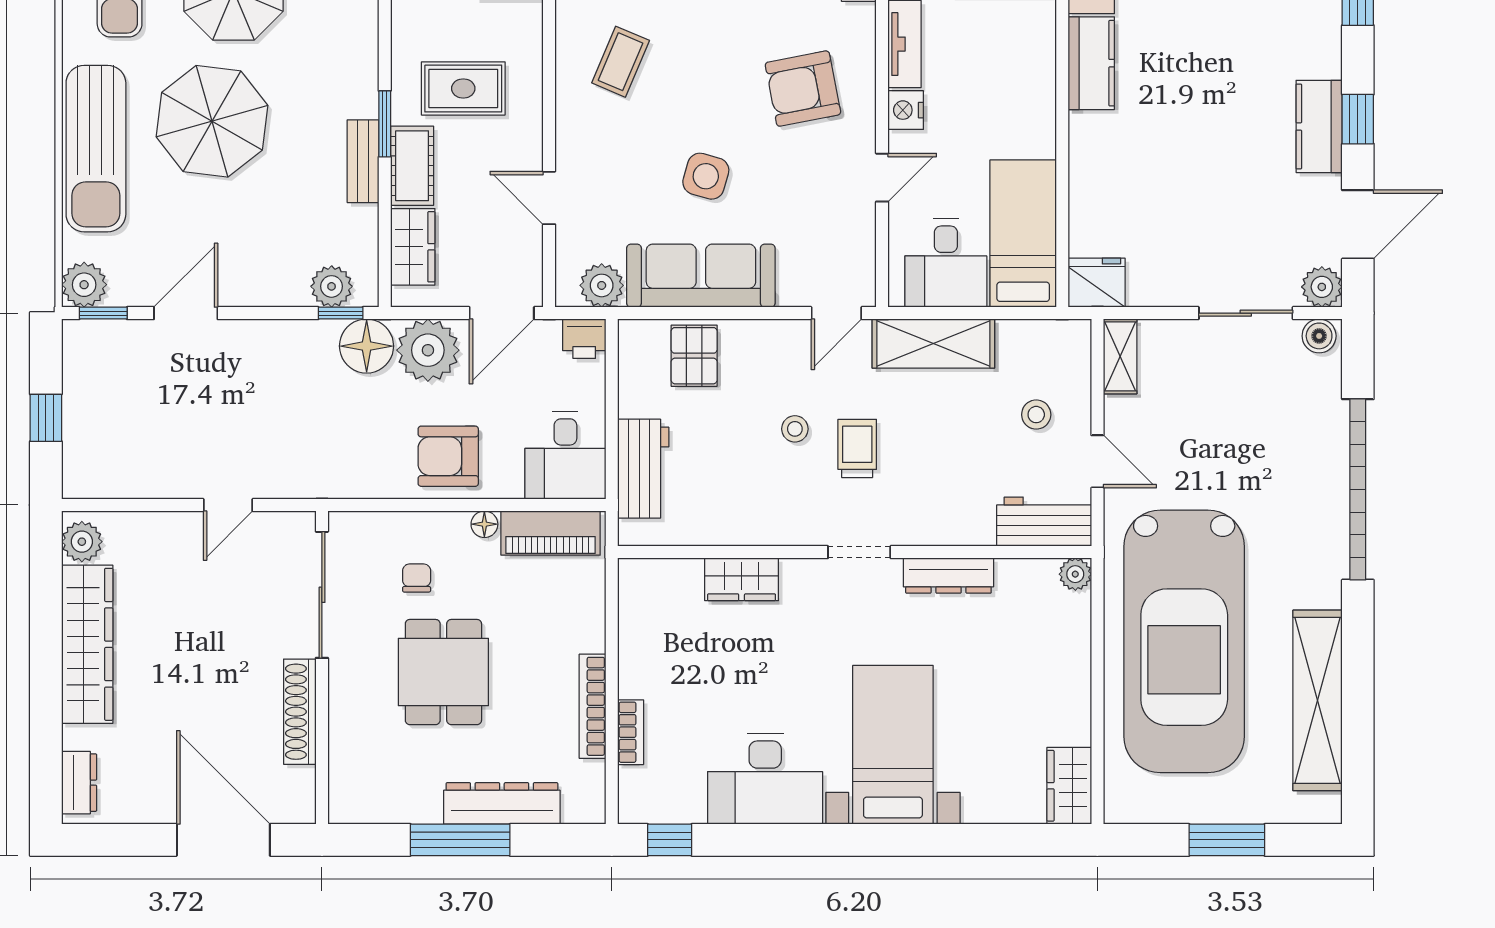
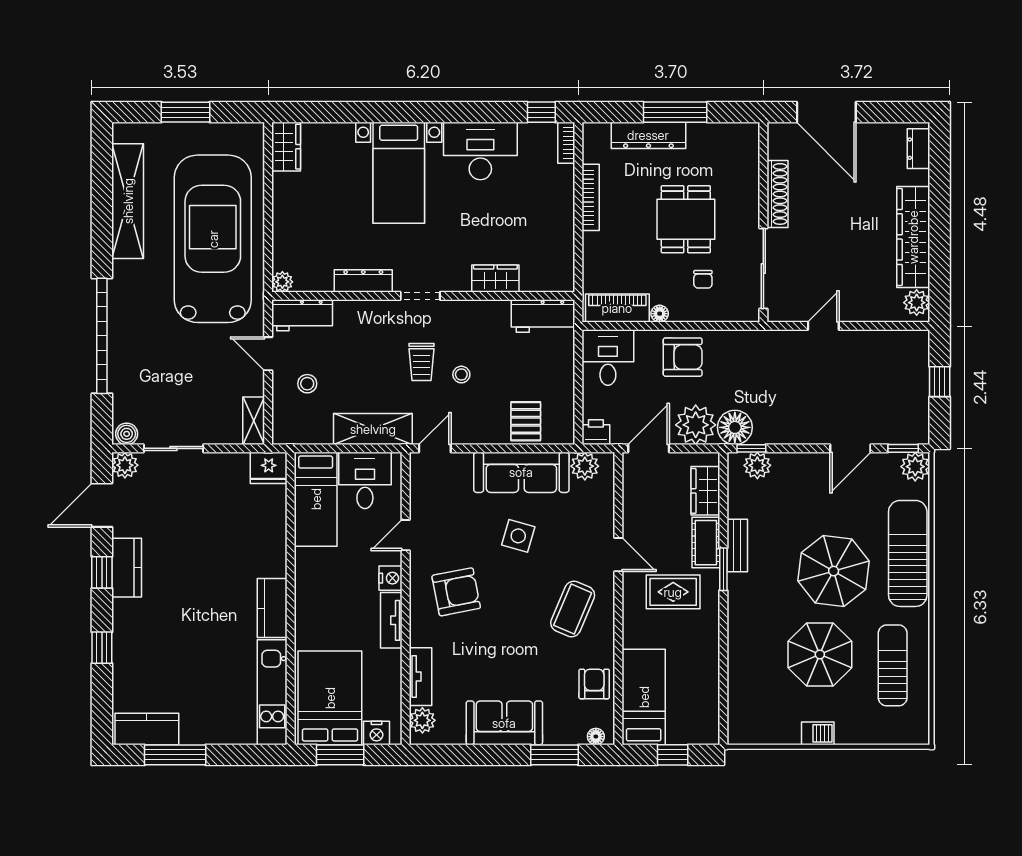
coffee table: (621, 62) -> (573, 609), width x1.36, depth x1.30
door: (549, 198) -> (618, 555), moved
workbench: (643, 469) -> (543, 316), moved, turned -90
bookcase: (631, 732) -> (566, 143), moved

